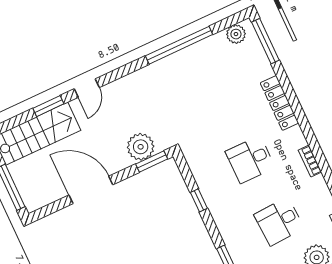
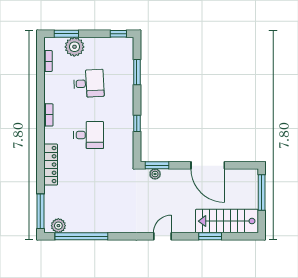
window: (179, 45) -> (81, 236), moved
door: (87, 88) -> (162, 236), moved
plant: (141, 147) -> (155, 174), width x0.53, depth x0.53

